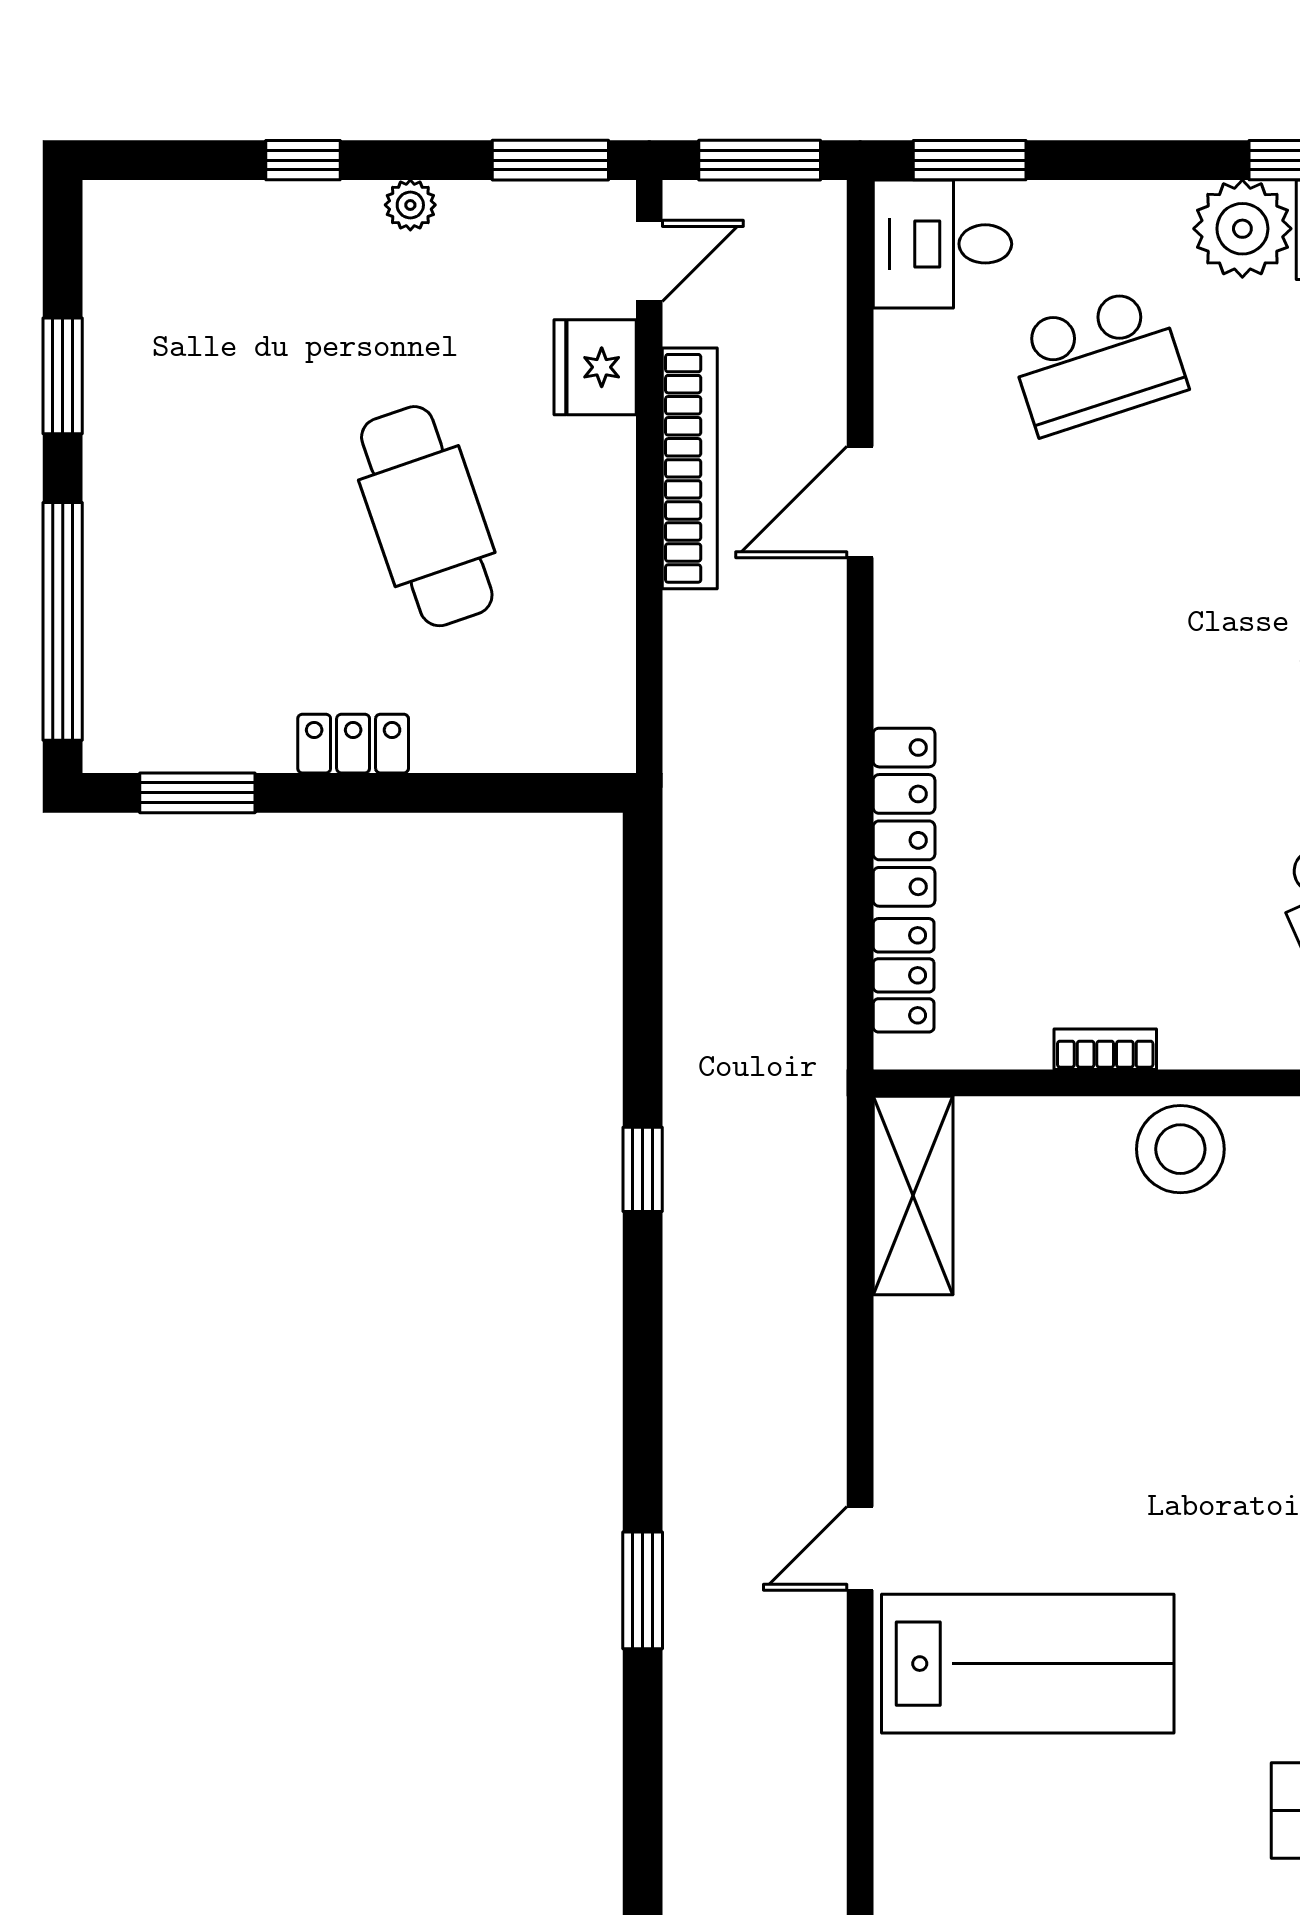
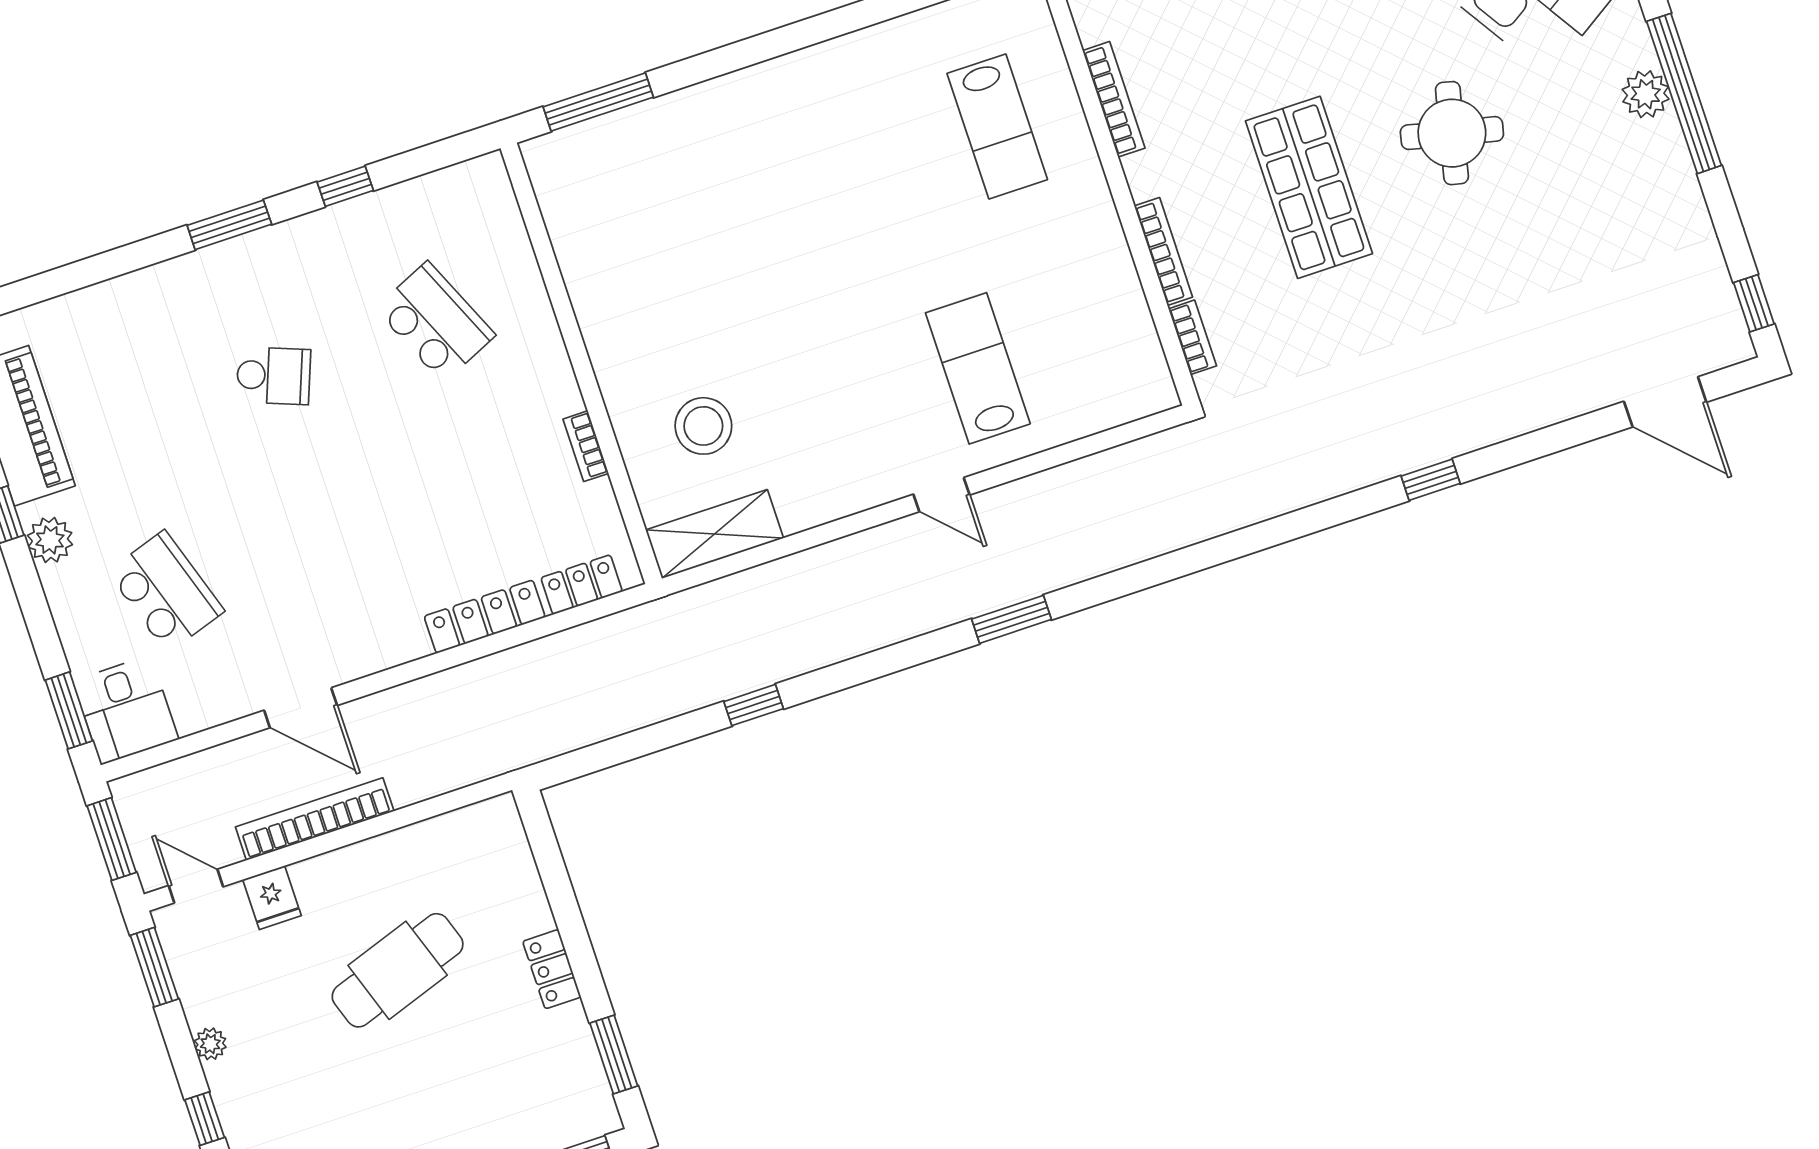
plant: (1242, 229) -> (50, 540), width x0.73, depth x0.73
fridge: (595, 367) -> (272, 898), width x0.72
stool: (1180, 1149) -> (703, 426), moved
lab bench: (1028, 1664) -> (978, 368), width x0.73, depth x0.72

